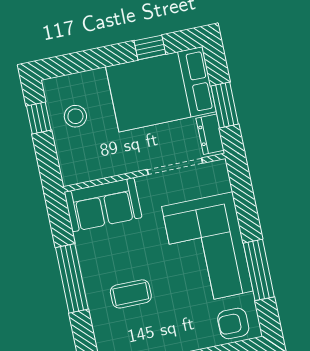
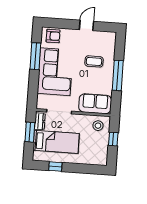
bed: (161, 89) -> (56, 142), width x0.67
stool: (75, 116) -> (98, 126), moved
window: (39, 118) -> (113, 139), moved

